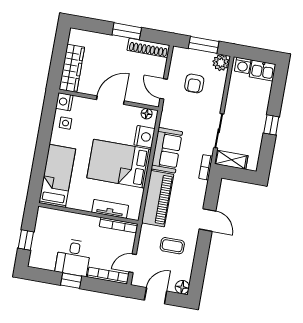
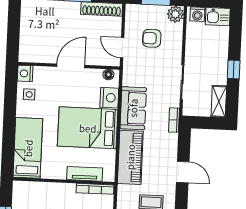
wardrobe: (72, 68) -> (28, 39), removed
armchair: (194, 83) -> (152, 38), turned 90
shelving: (231, 160) -> (219, 101), moved, turned 90

